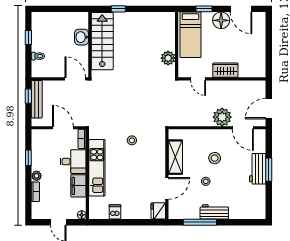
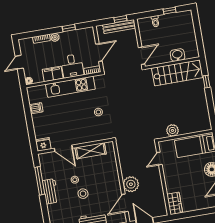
wardrobe: (225, 70) -> (175, 203), moved
stool: (215, 158) -> (83, 194), moved

